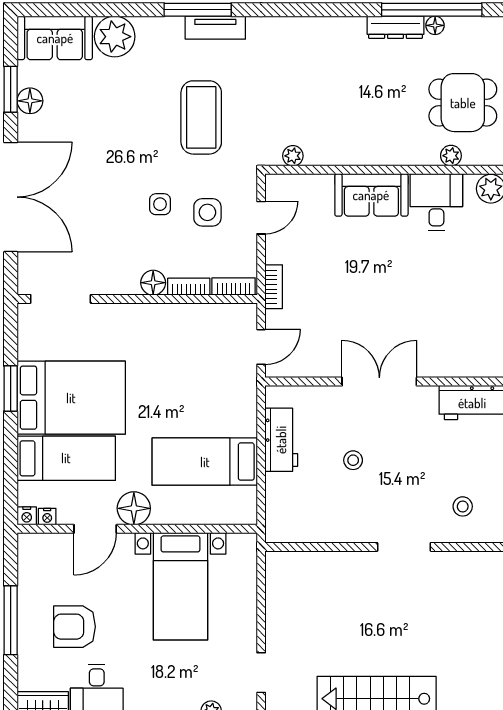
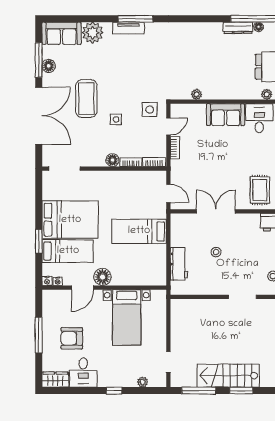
tv unit: (215, 28) -> (128, 28), moved
window: (11, 89) -> (39, 60), width x1.44
coffee table: (201, 117) -> (86, 99), moved
plant: (293, 156) -> (197, 94), moved
side table: (207, 212) -> (150, 110), moved
bookcase: (274, 287) -> (175, 148), moved
rug: (438, 340) -> (260, 190), added
door: (261, 347) -> (168, 193), hinge flipped
double door: (379, 382) -> (216, 211), moved
window: (11, 389) -> (39, 241), moved
workbench: (281, 440) -> (179, 264), moved
bed: (205, 462) -> (139, 231), moved

